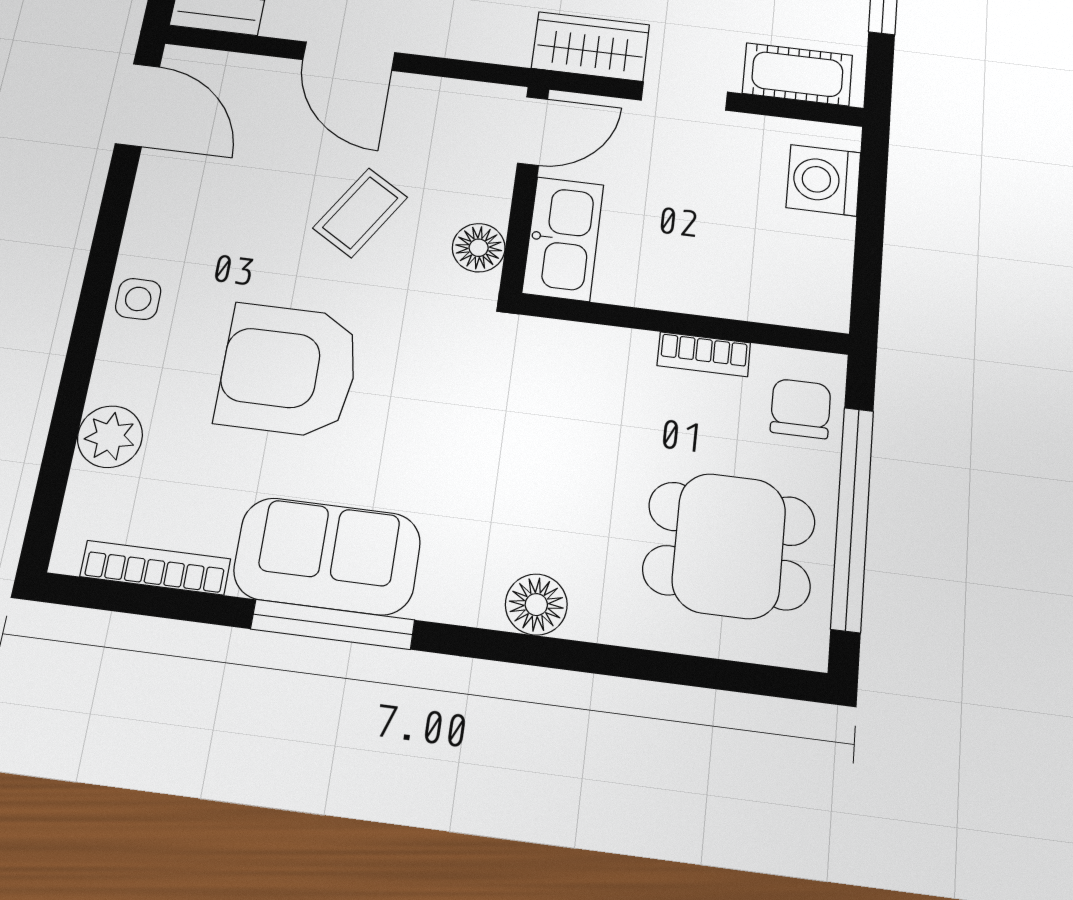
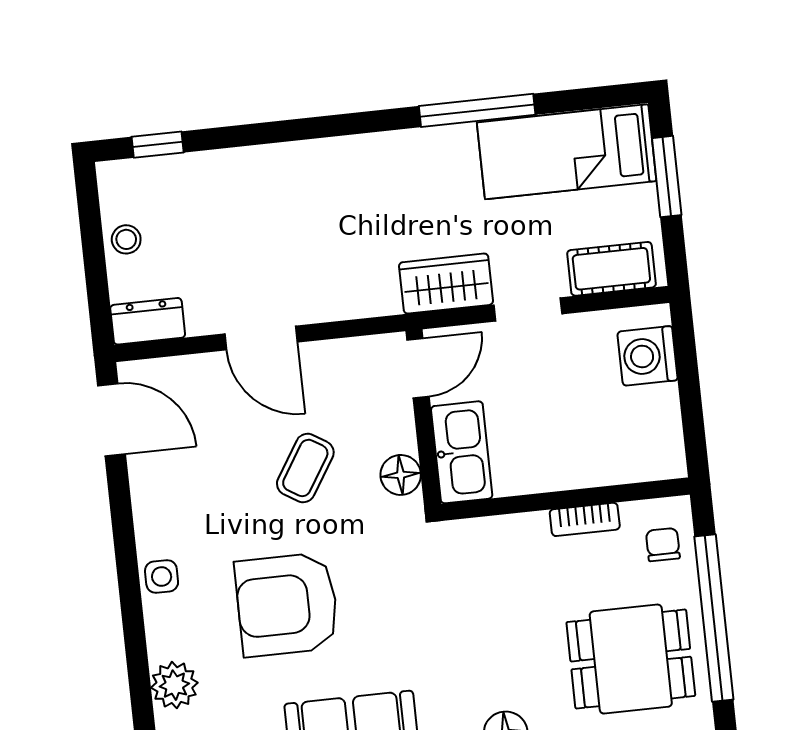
chair: (801, 409) -> (663, 545), width x0.73, depth x0.73

